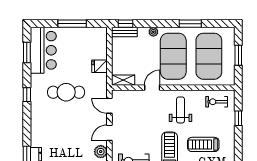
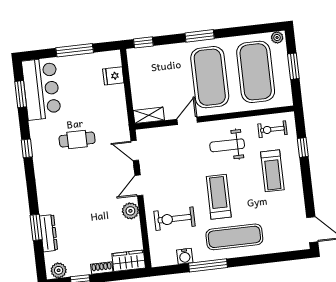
window: (190, 24) -> (200, 36), moved
bench: (124, 32) -> (143, 53), removed
plant: (153, 32) -> (277, 37), moved
fridge: (100, 66) -> (113, 76), moved
cafe table: (66, 92) -> (77, 140), width x0.73, depth x0.74
weight bench: (181, 110) -> (227, 145), turned -90
treadmill: (203, 144) -> (272, 171), moved, turned -90

